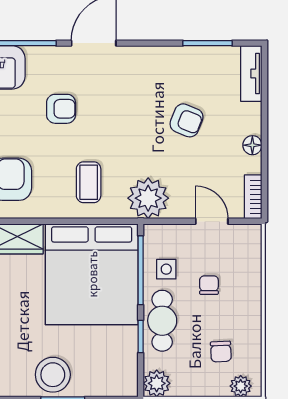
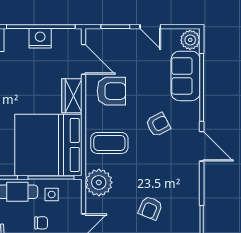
armchair: (61, 109) -> (158, 125), turned -118
coffee table: (89, 182) -> (109, 143), width x1.36, depth x1.30

